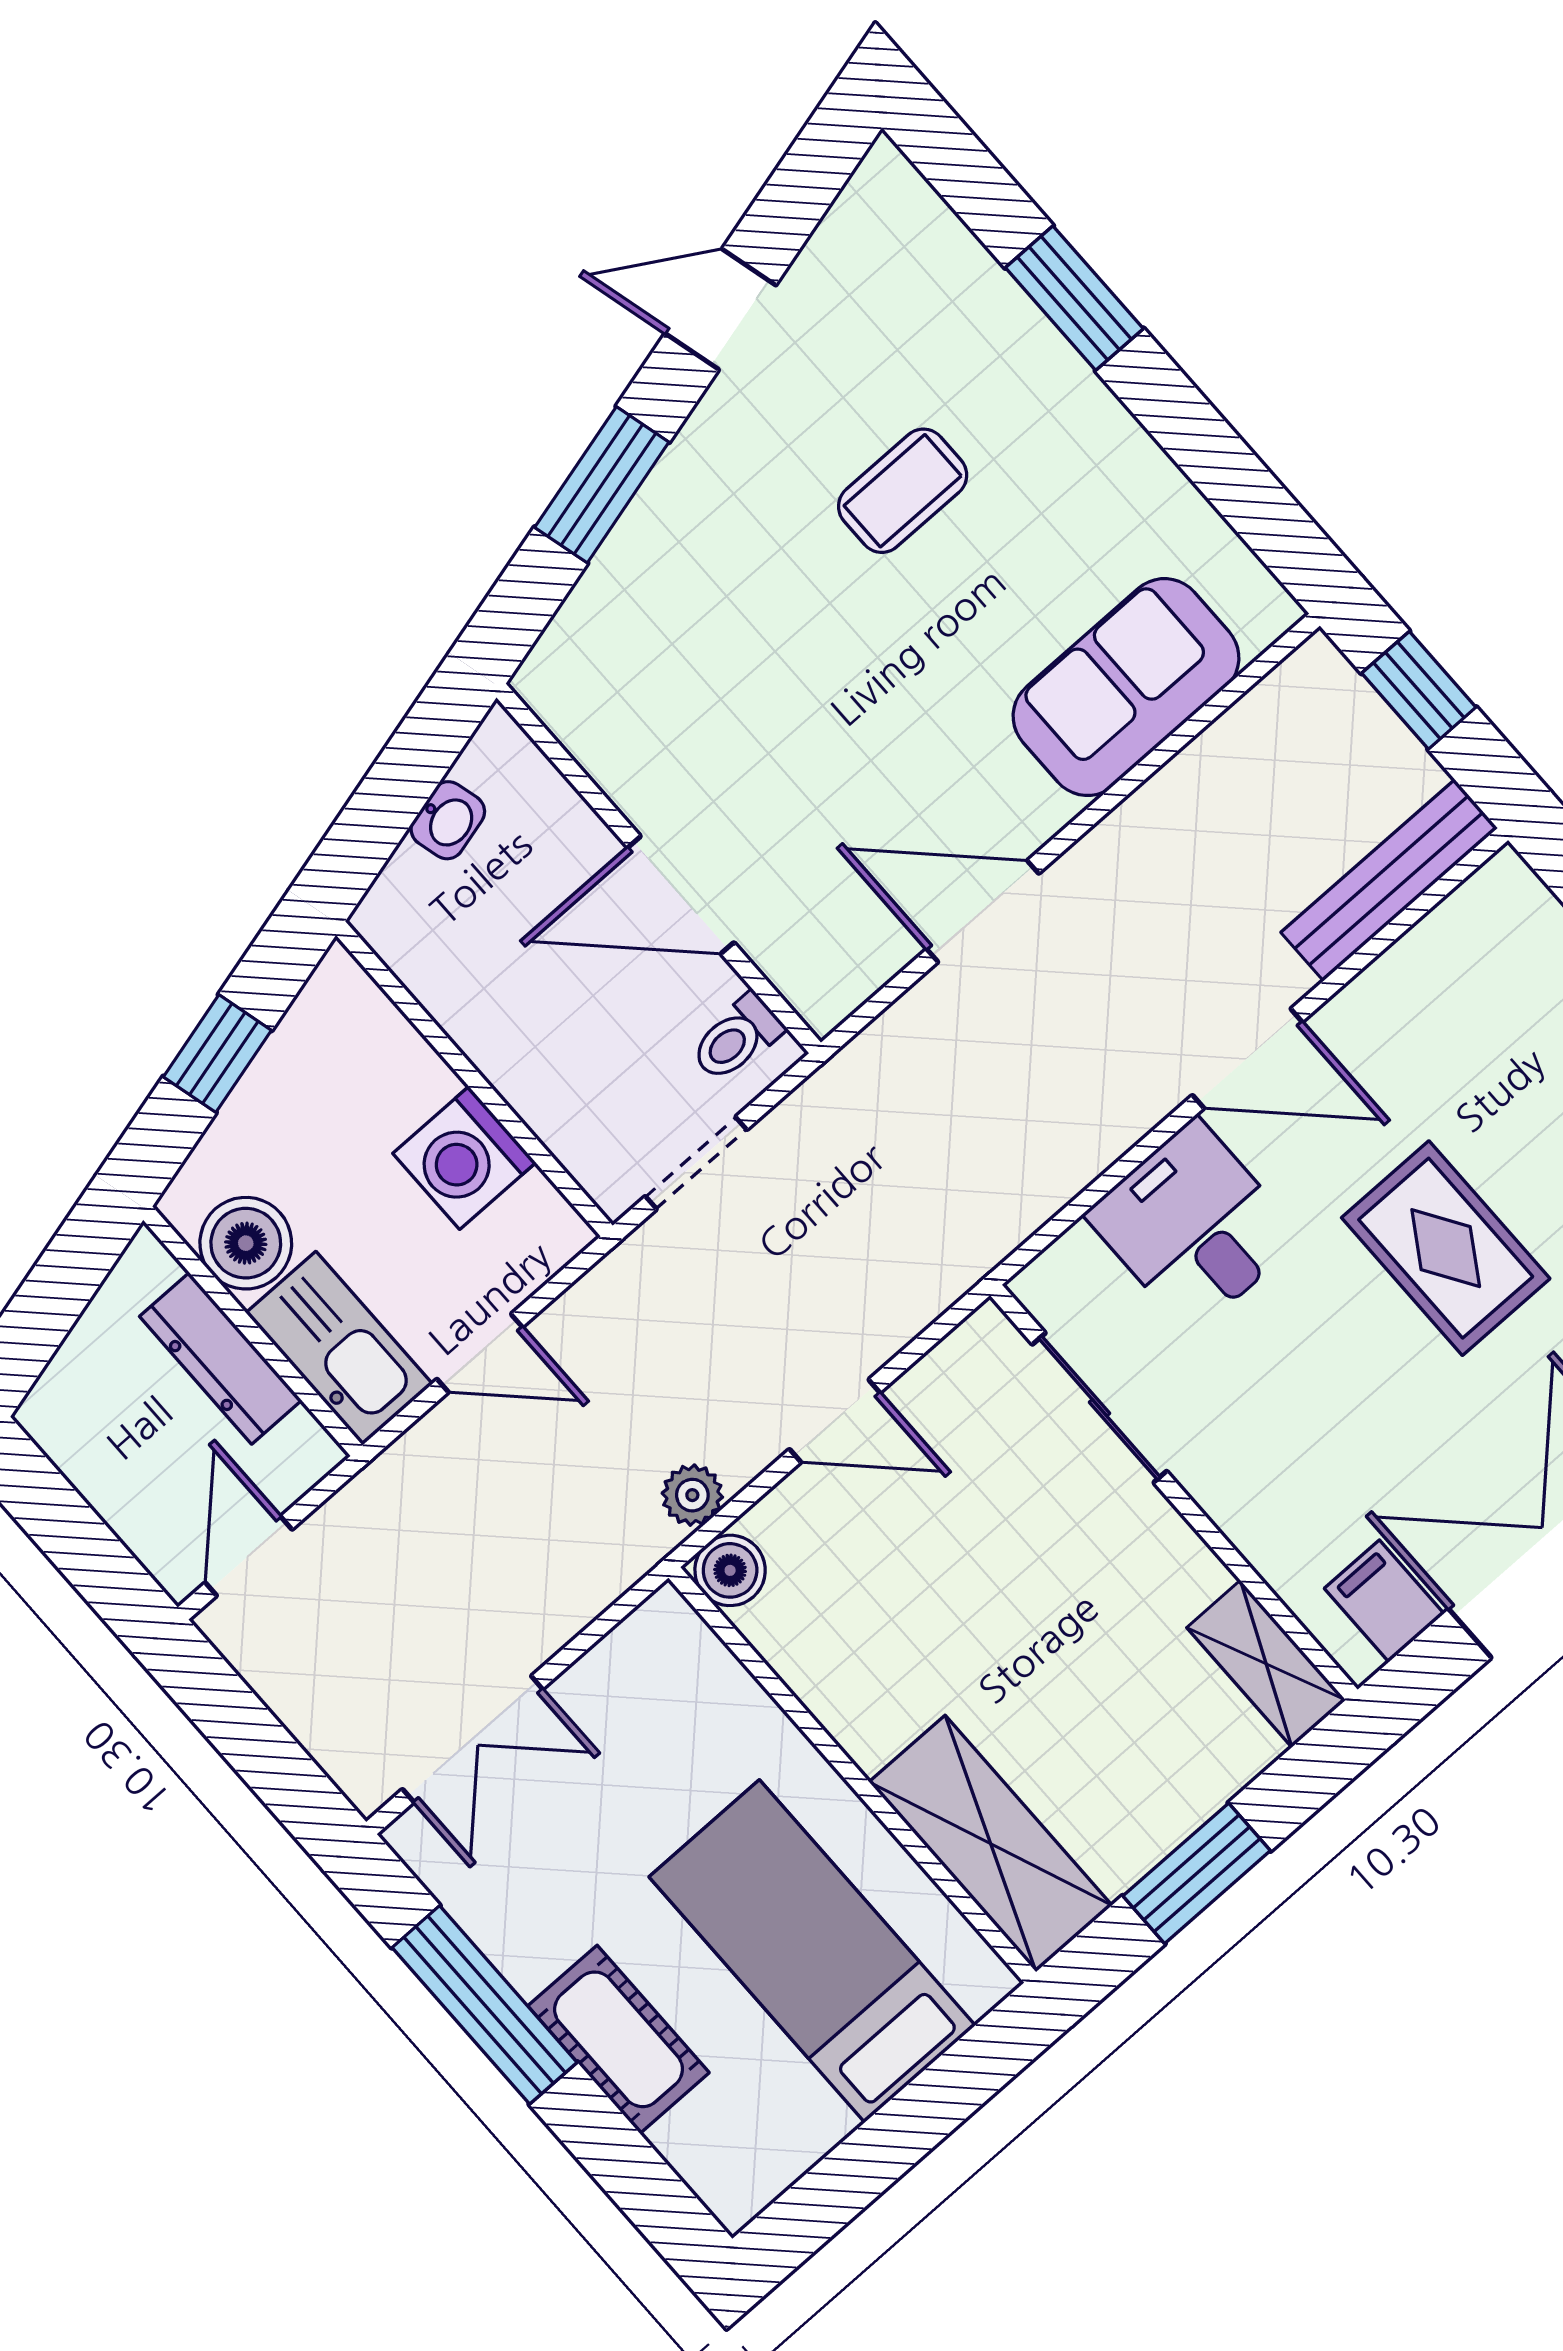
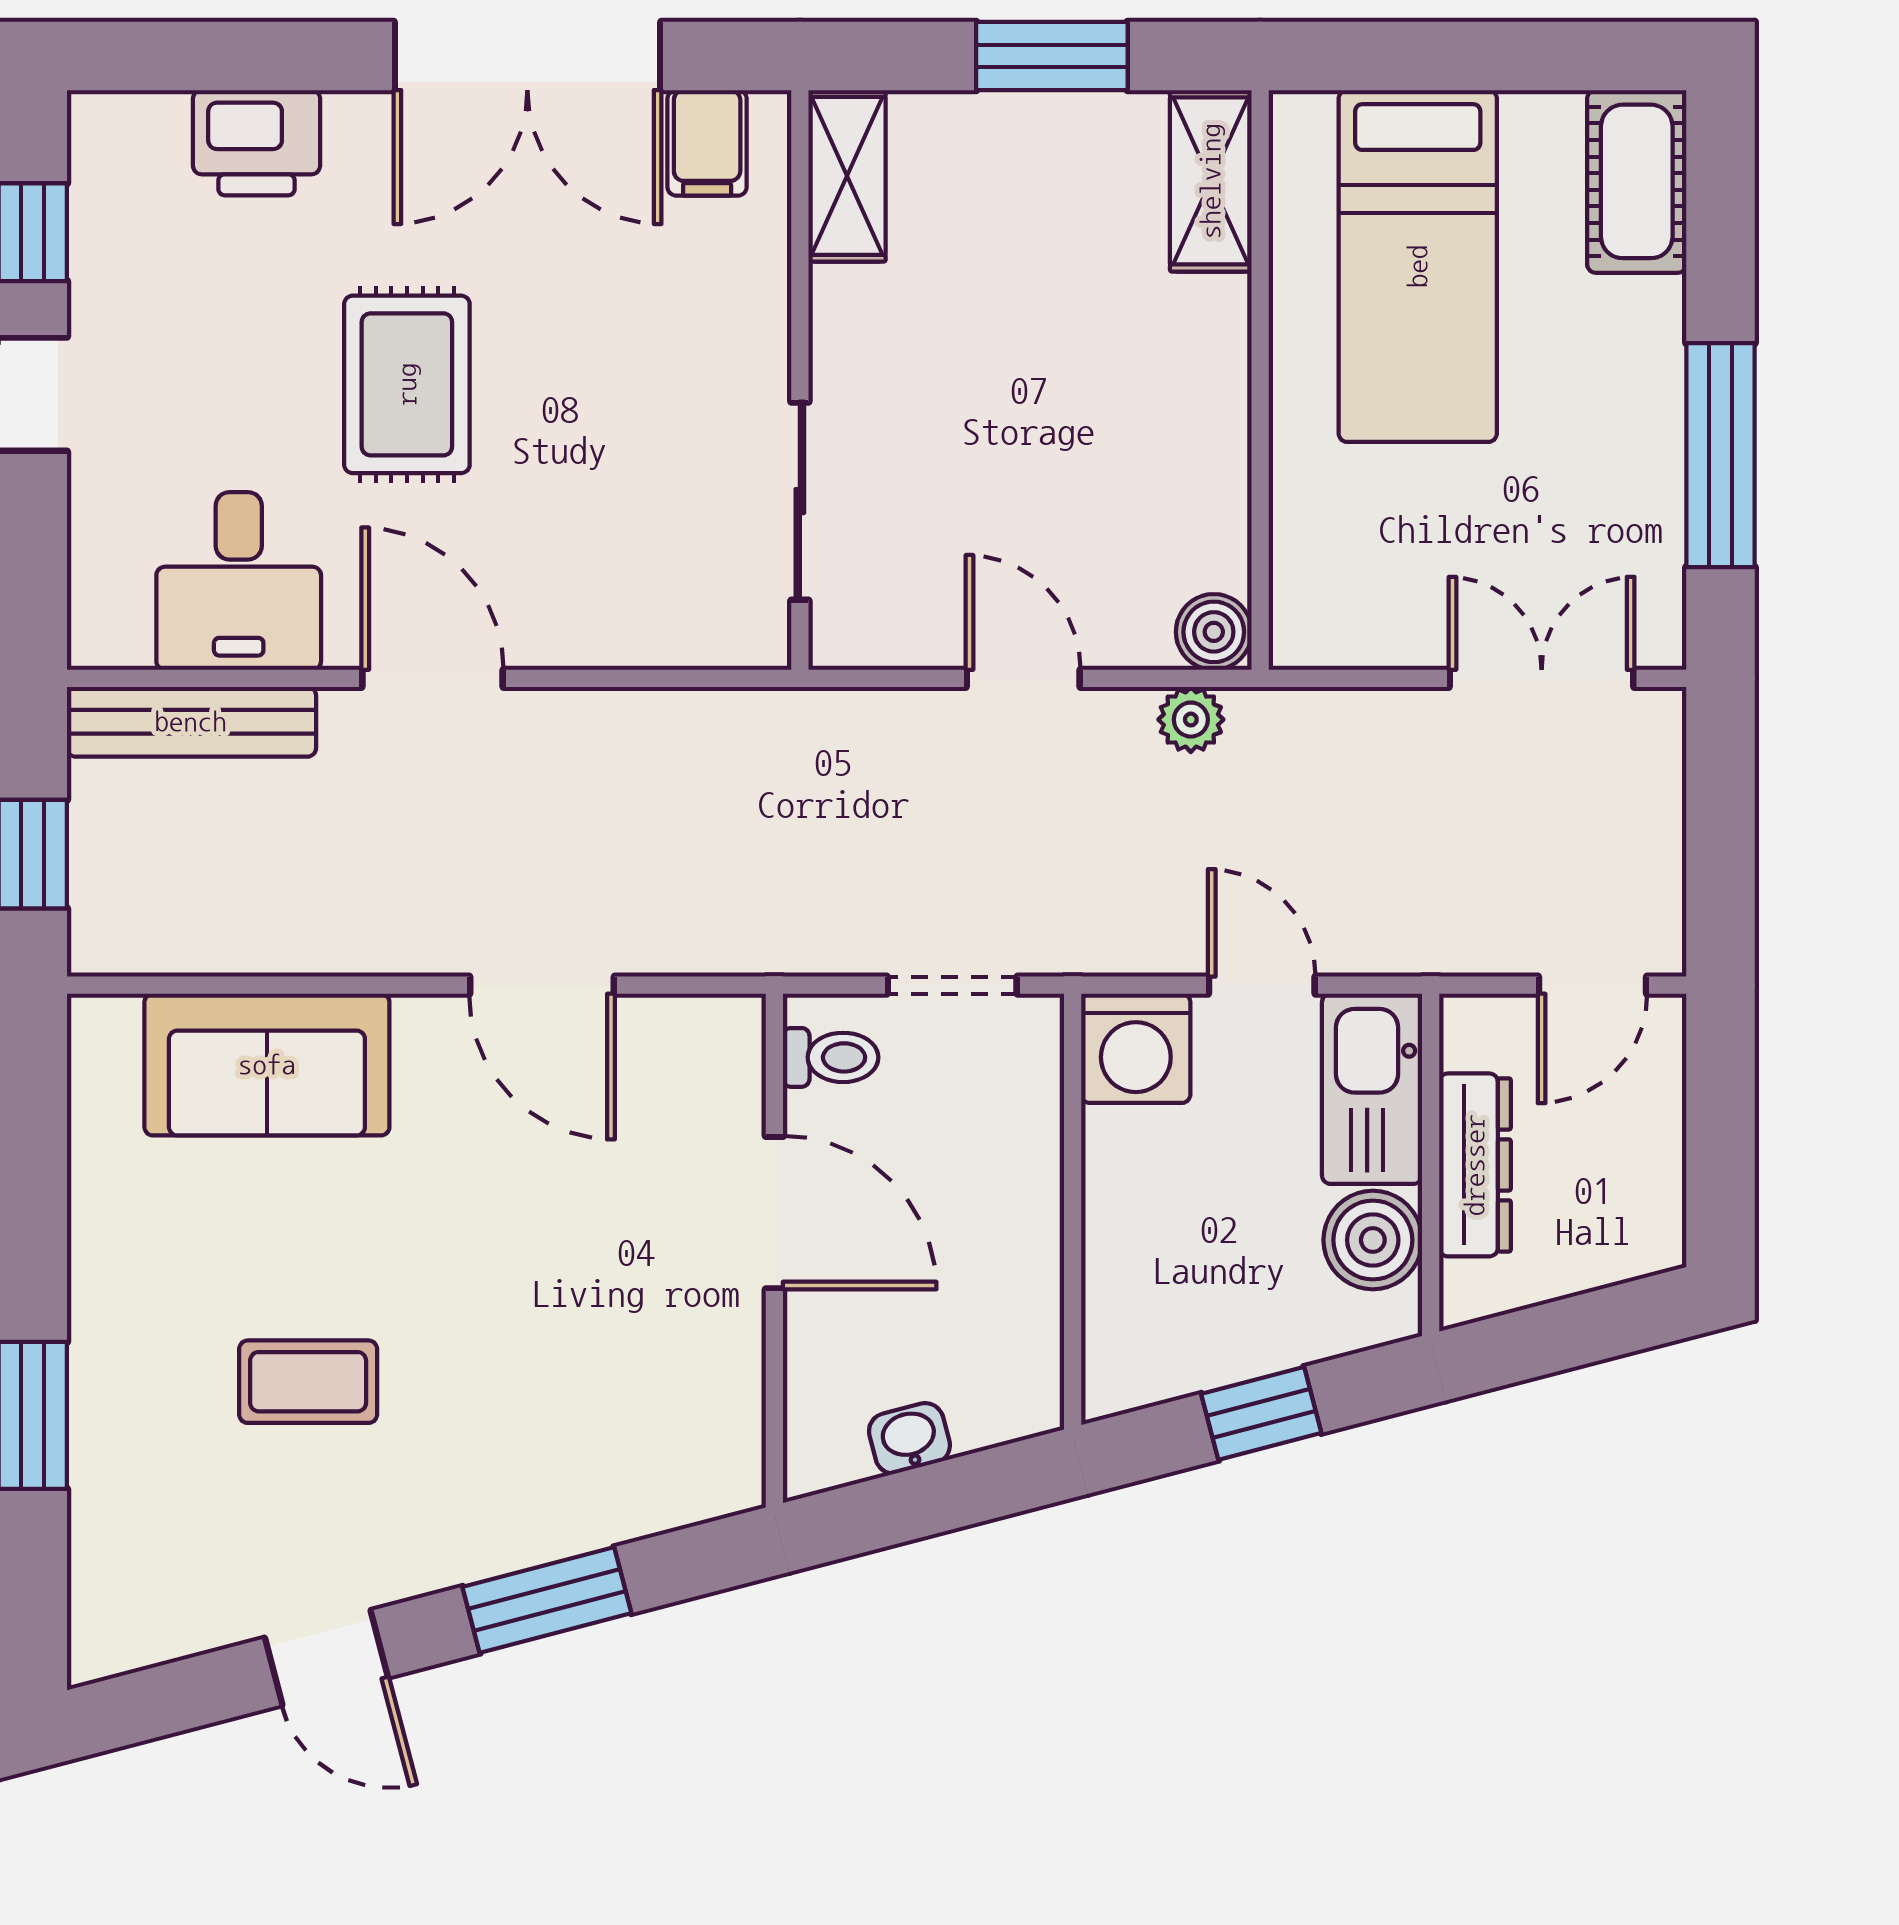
washing machine: (464, 1158) -> (1136, 1048), moved, turned 90
desk: (1194, 1226) -> (239, 581), moved
shelving: (991, 1844) -> (1211, 181), width x0.67, depth x0.75
cot: (619, 2039) -> (1637, 181), moved

